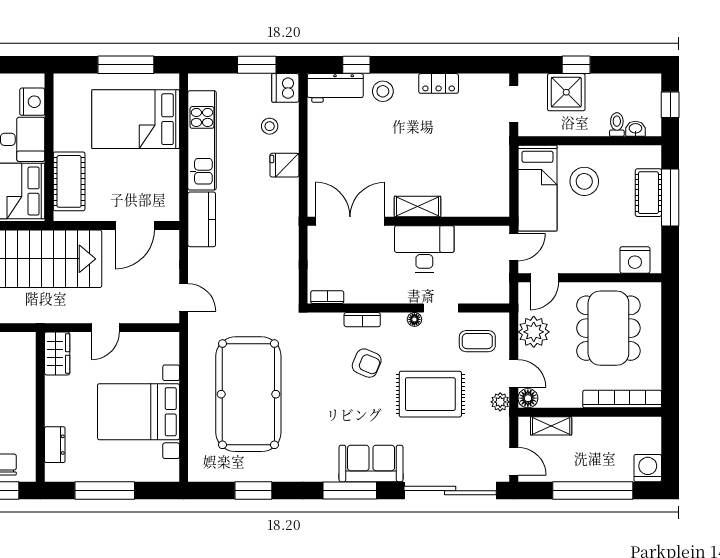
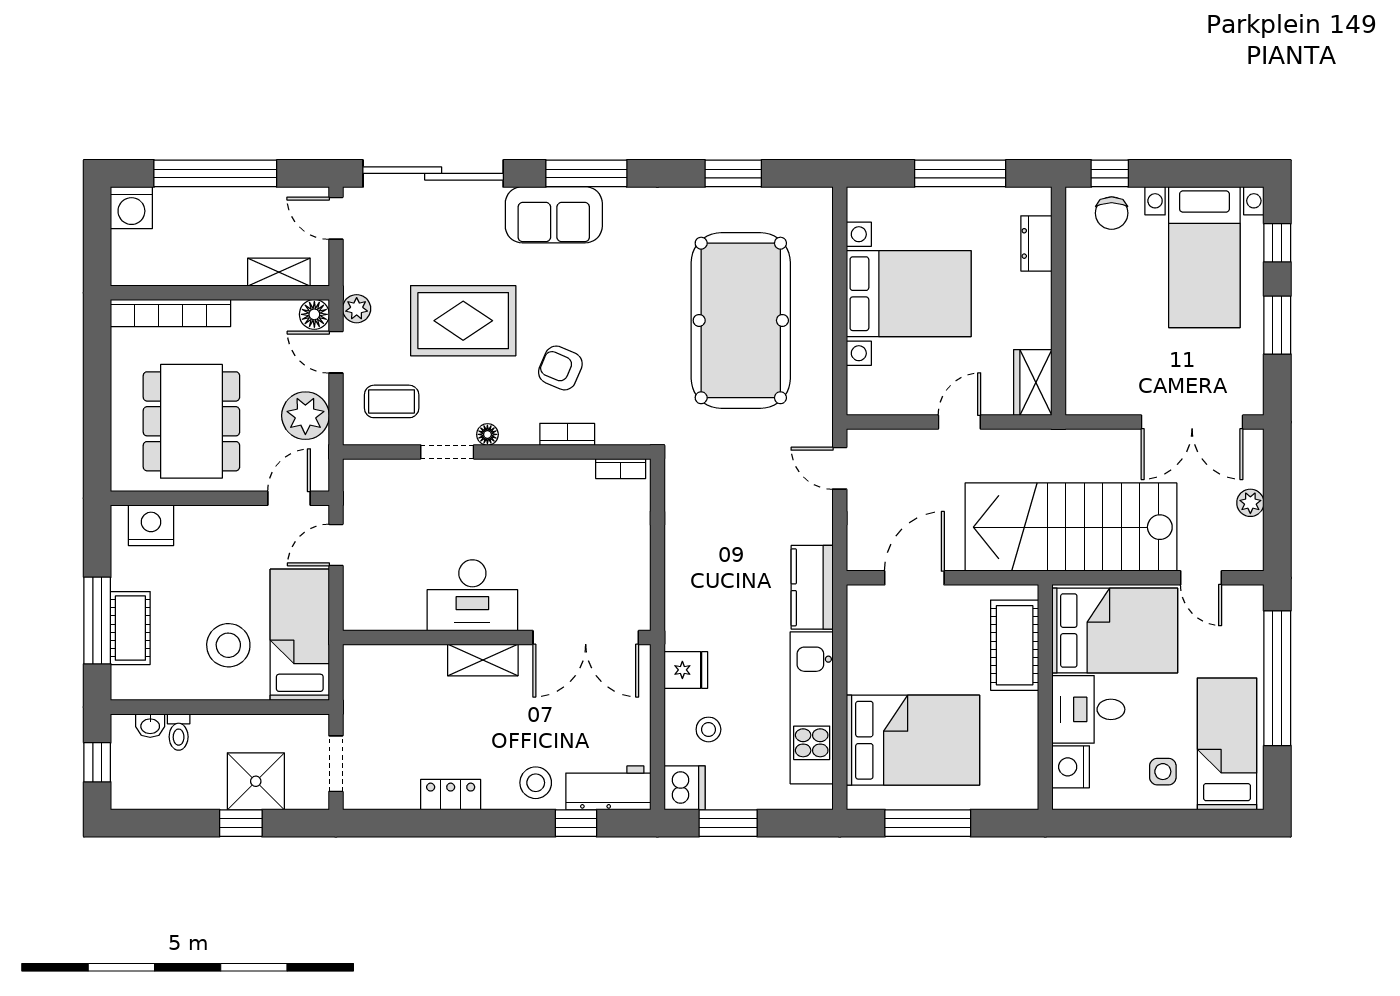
shelving: (417, 206) -> (483, 660), moved
double door: (350, 221) -> (586, 638), moved
wall: (408, 221) -> (497, 638), moved
desk: (424, 249) -> (472, 595), moved

